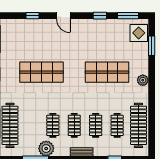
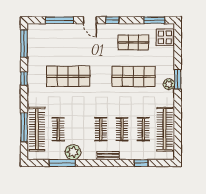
window: (33, 16) -> (59, 20), width x2.17
window: (100, 16) -> (112, 20), moved
shop shelf: (107, 38) -> (133, 42), added
window: (152, 46) -> (178, 79), moved
clothes rail: (53, 125) -> (58, 129), moved

